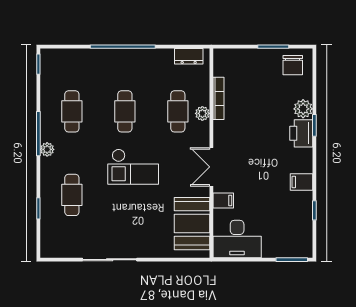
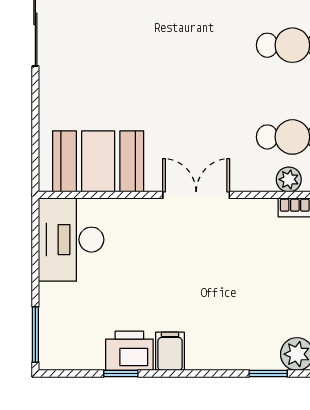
printer: (301, 133) -> (129, 351), moved
checkout: (133, 167) -> (197, 60), removed
filing cabinet: (223, 201) -> (138, 216), removed

